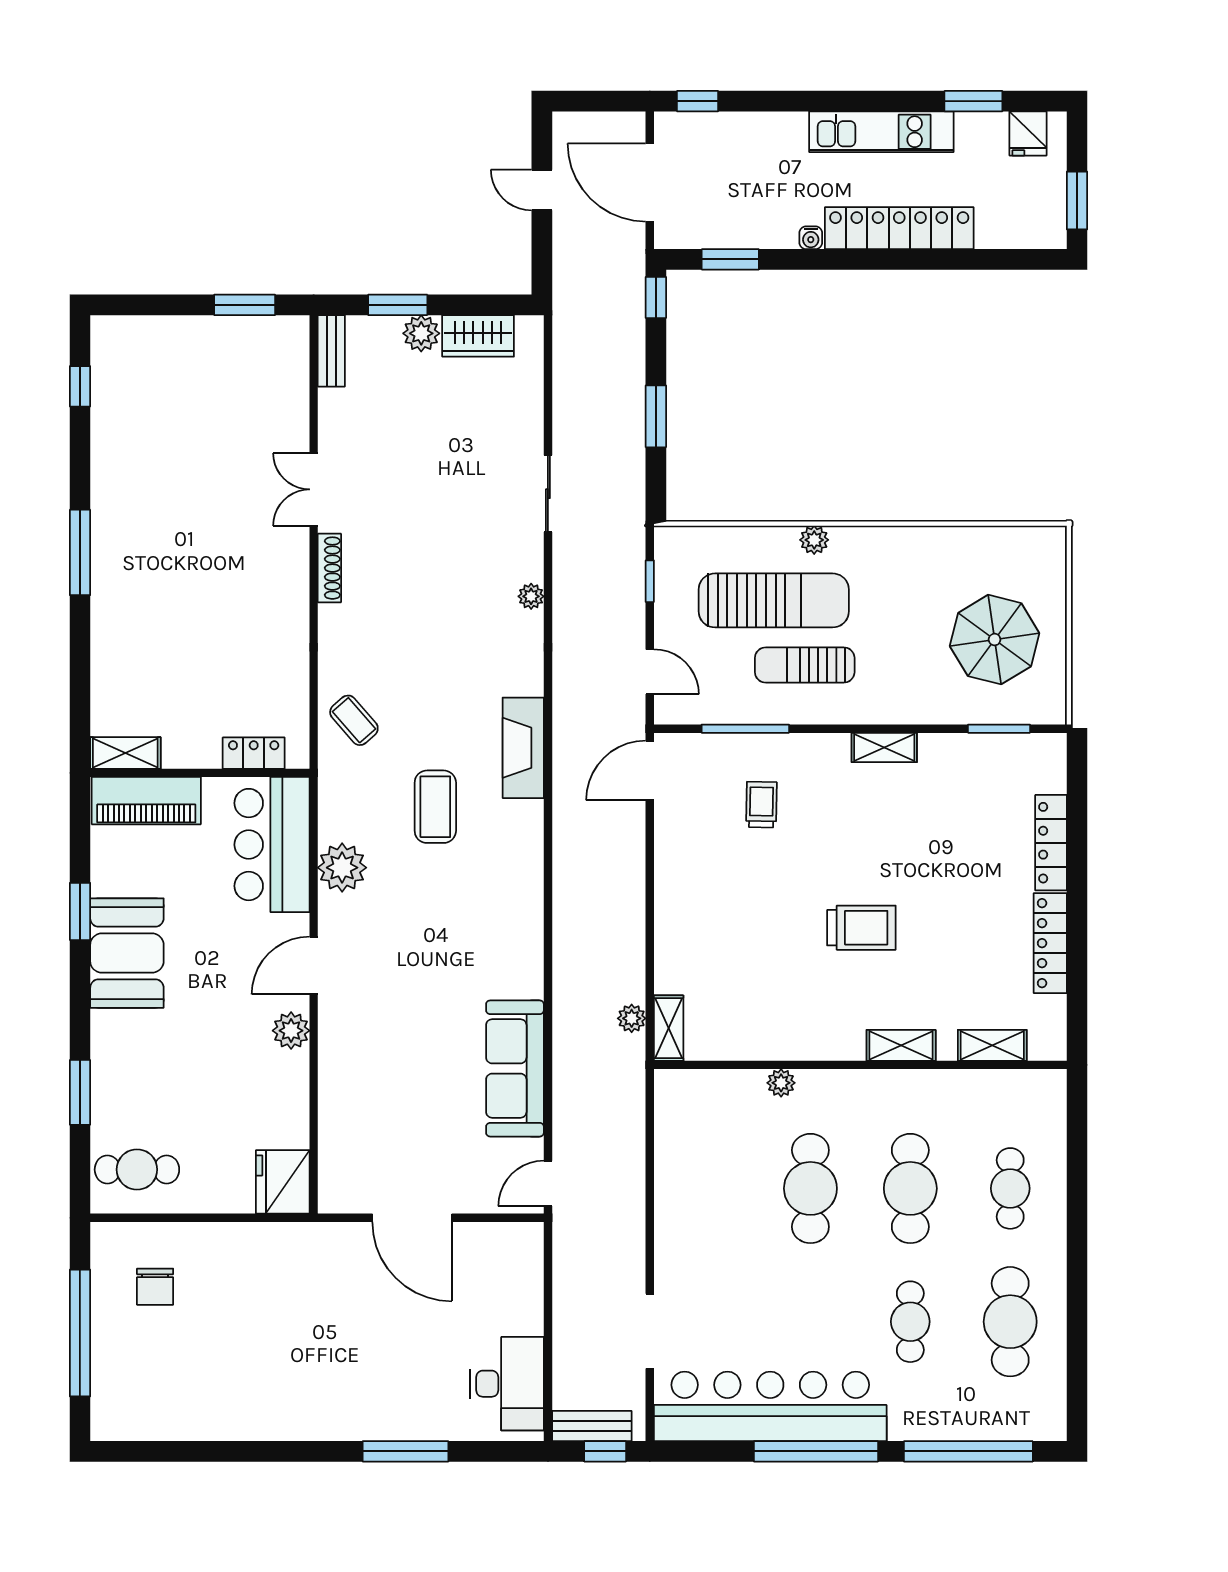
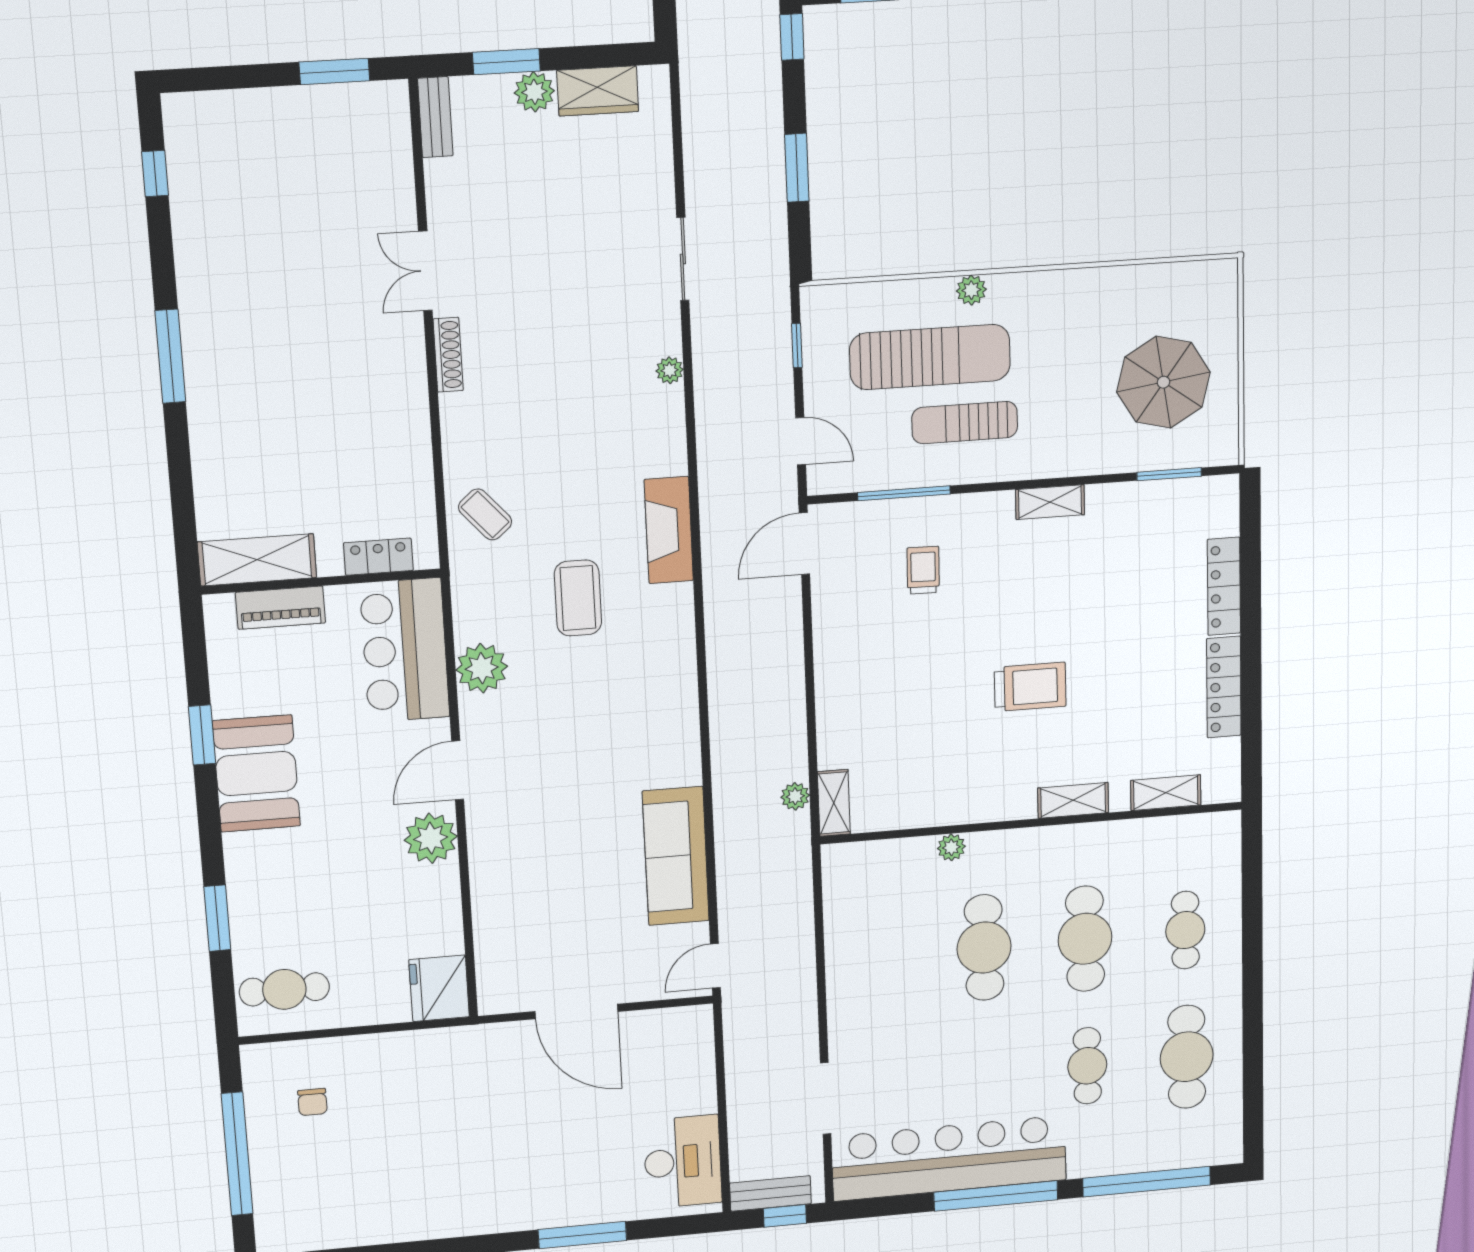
shelving: (125, 753) -> (257, 560), width x1.50, depth x1.33
piano: (146, 801) -> (280, 608), width x0.73, depth x0.75
plant: (291, 1031) -> (431, 838), width x1.36, depth x1.36
chair: (155, 1287) -> (312, 1102), width x0.73, depth x0.73

